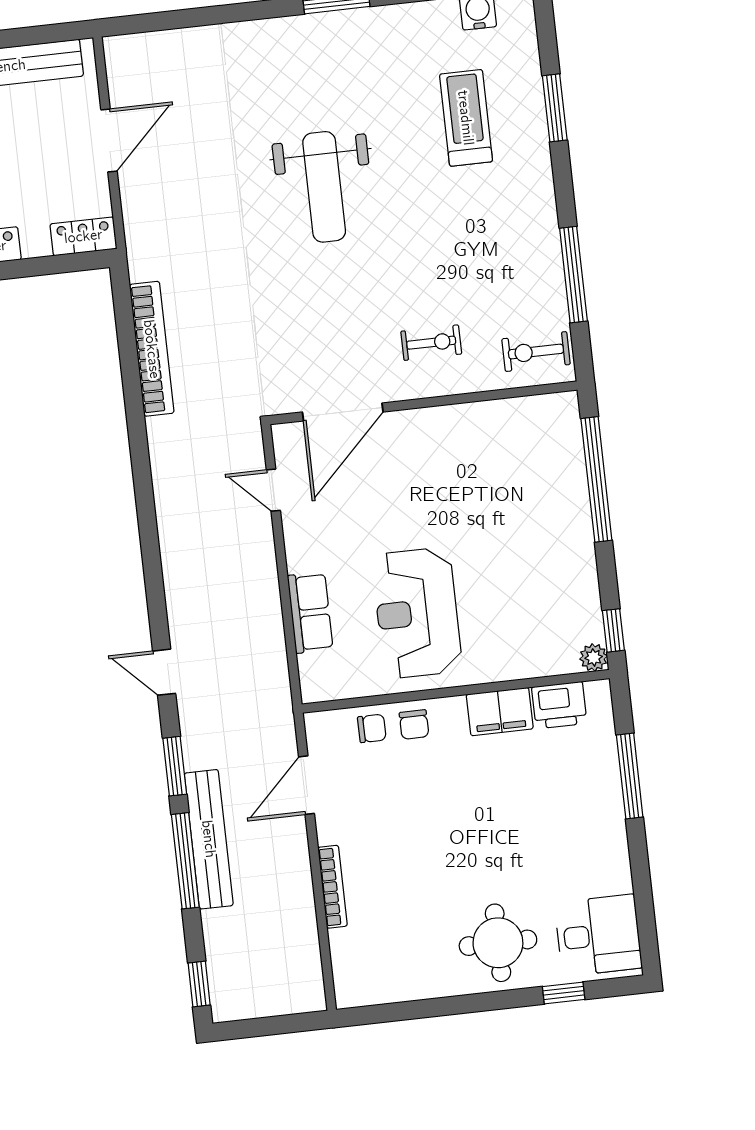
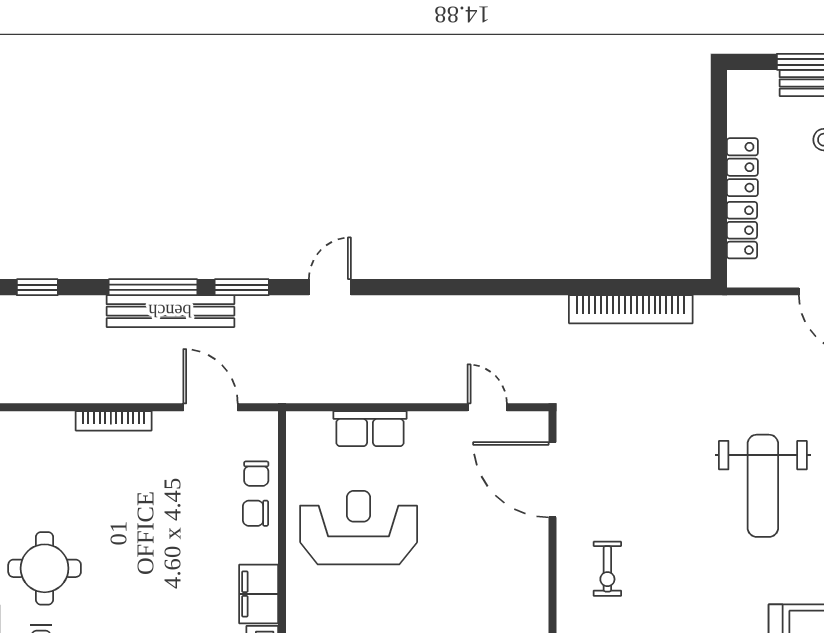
weight bench: (324, 187) -> (763, 486), turned -90
locker: (83, 236) -> (742, 230), moved
door: (273, 490) -> (487, 407), hinge flipped

